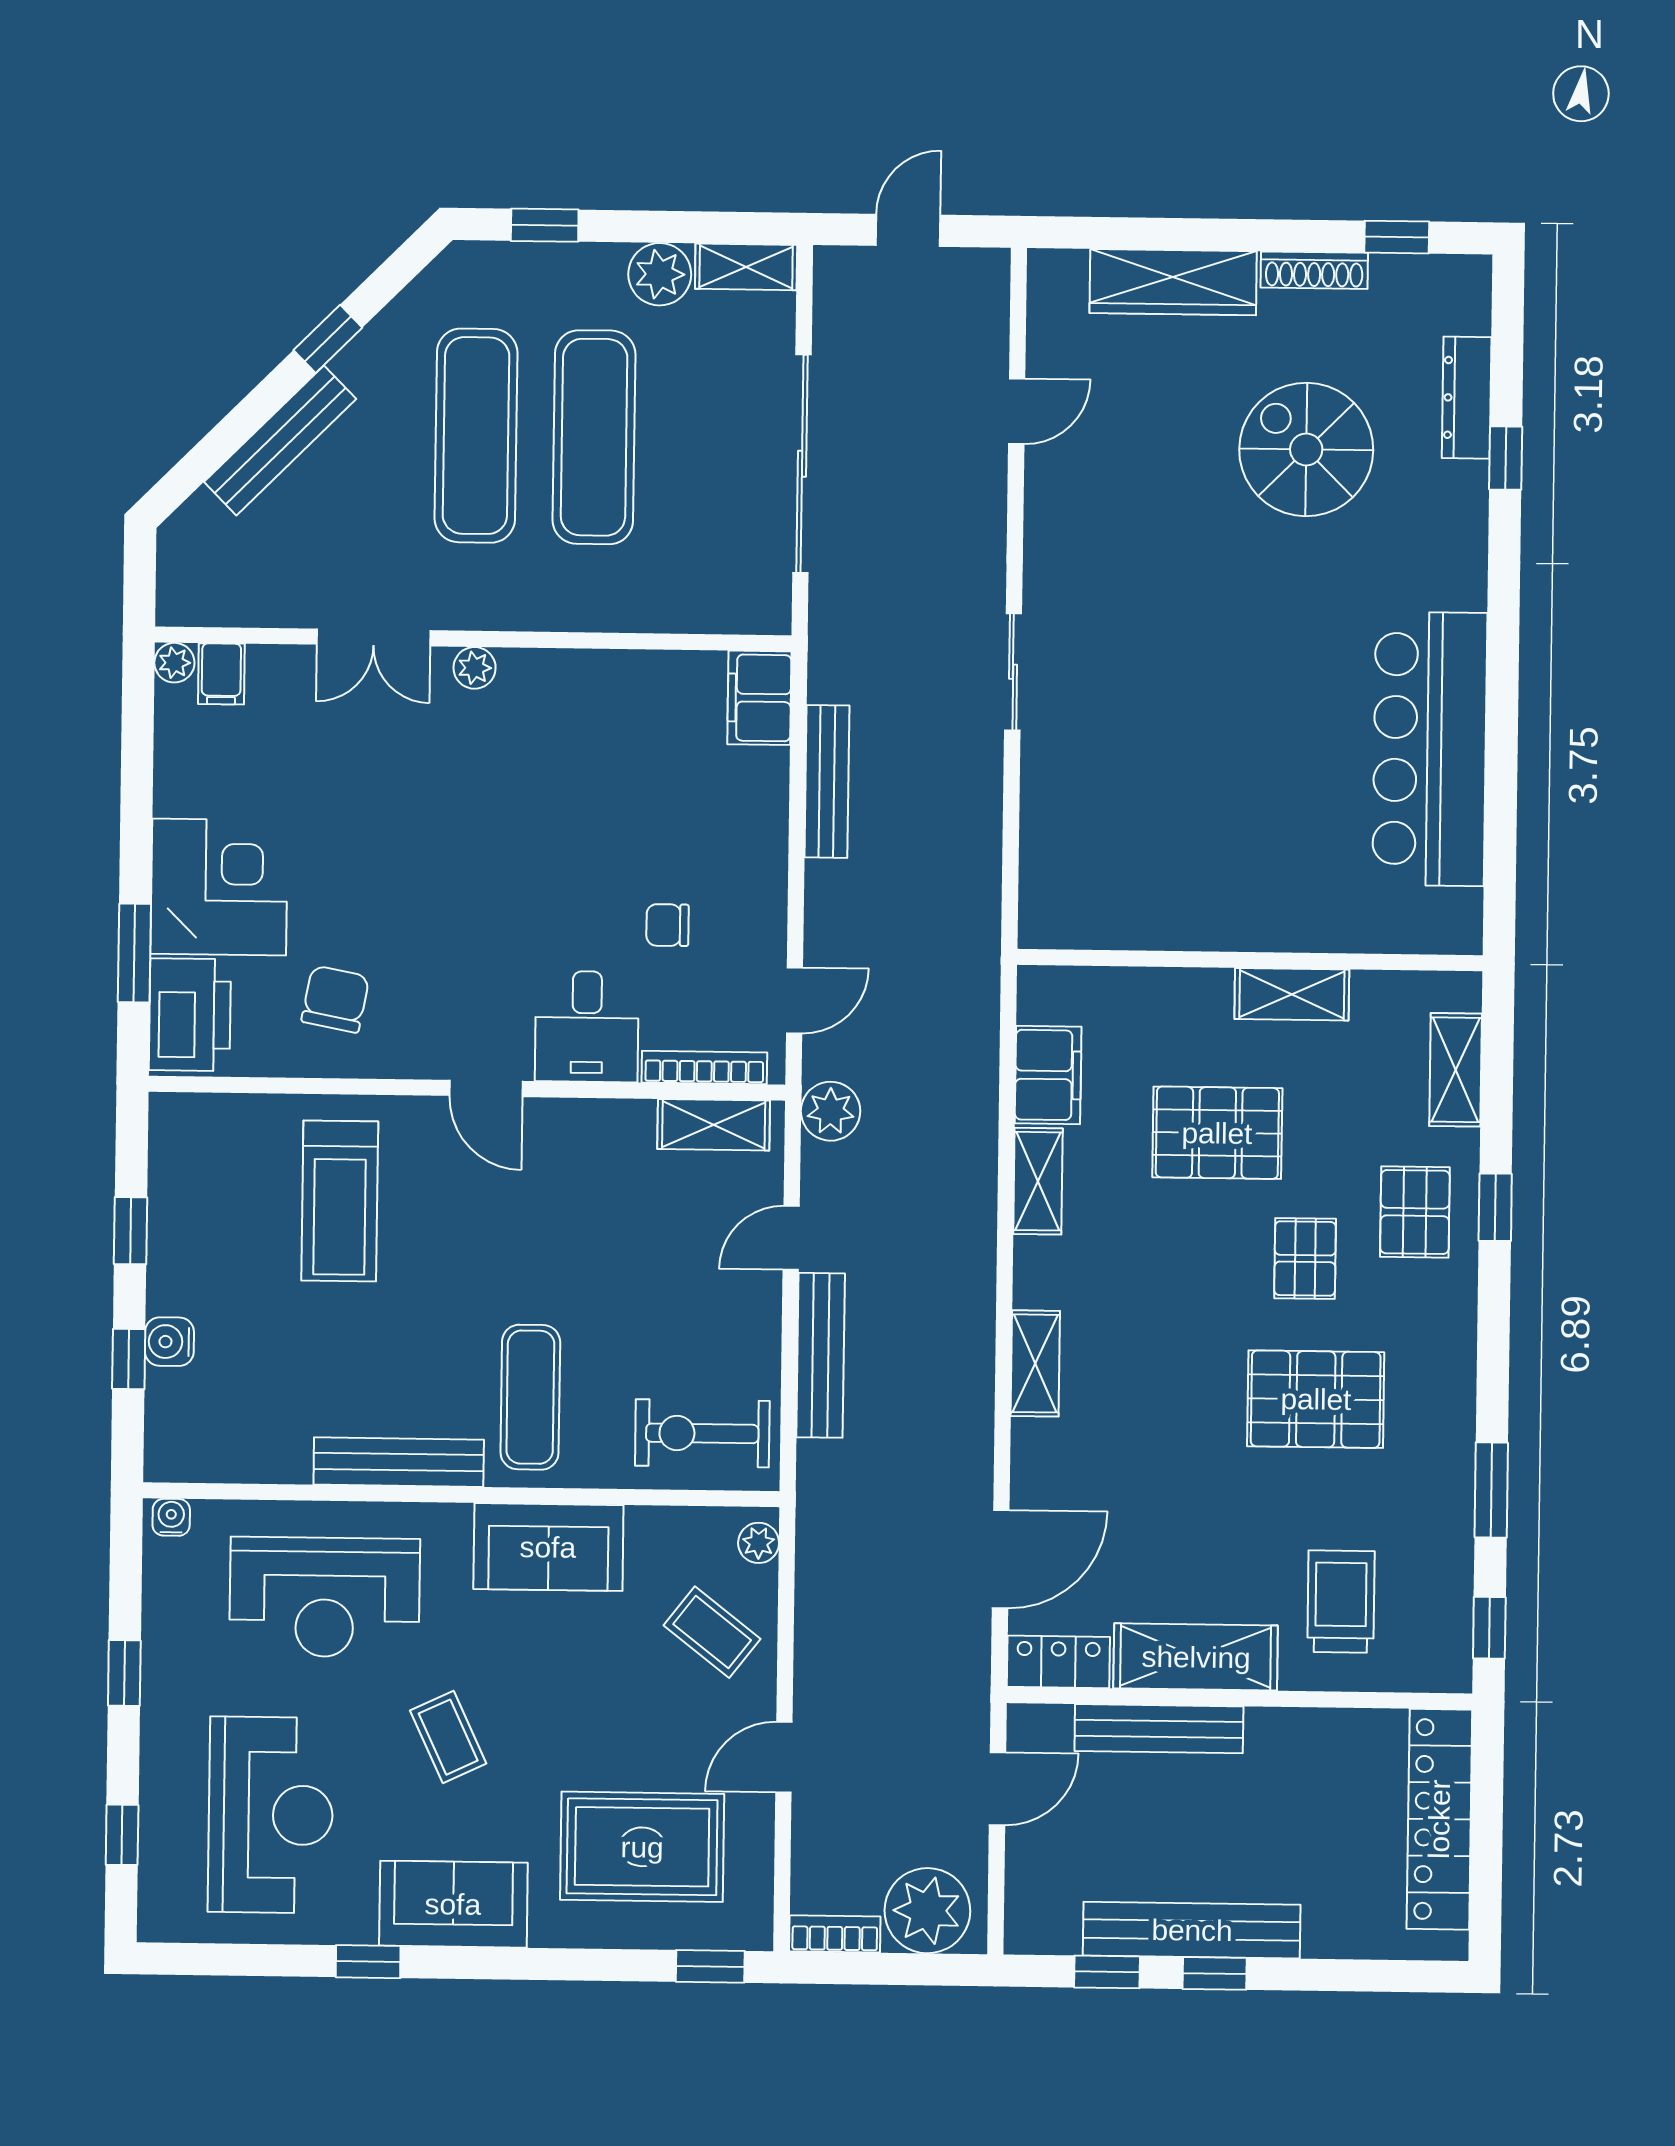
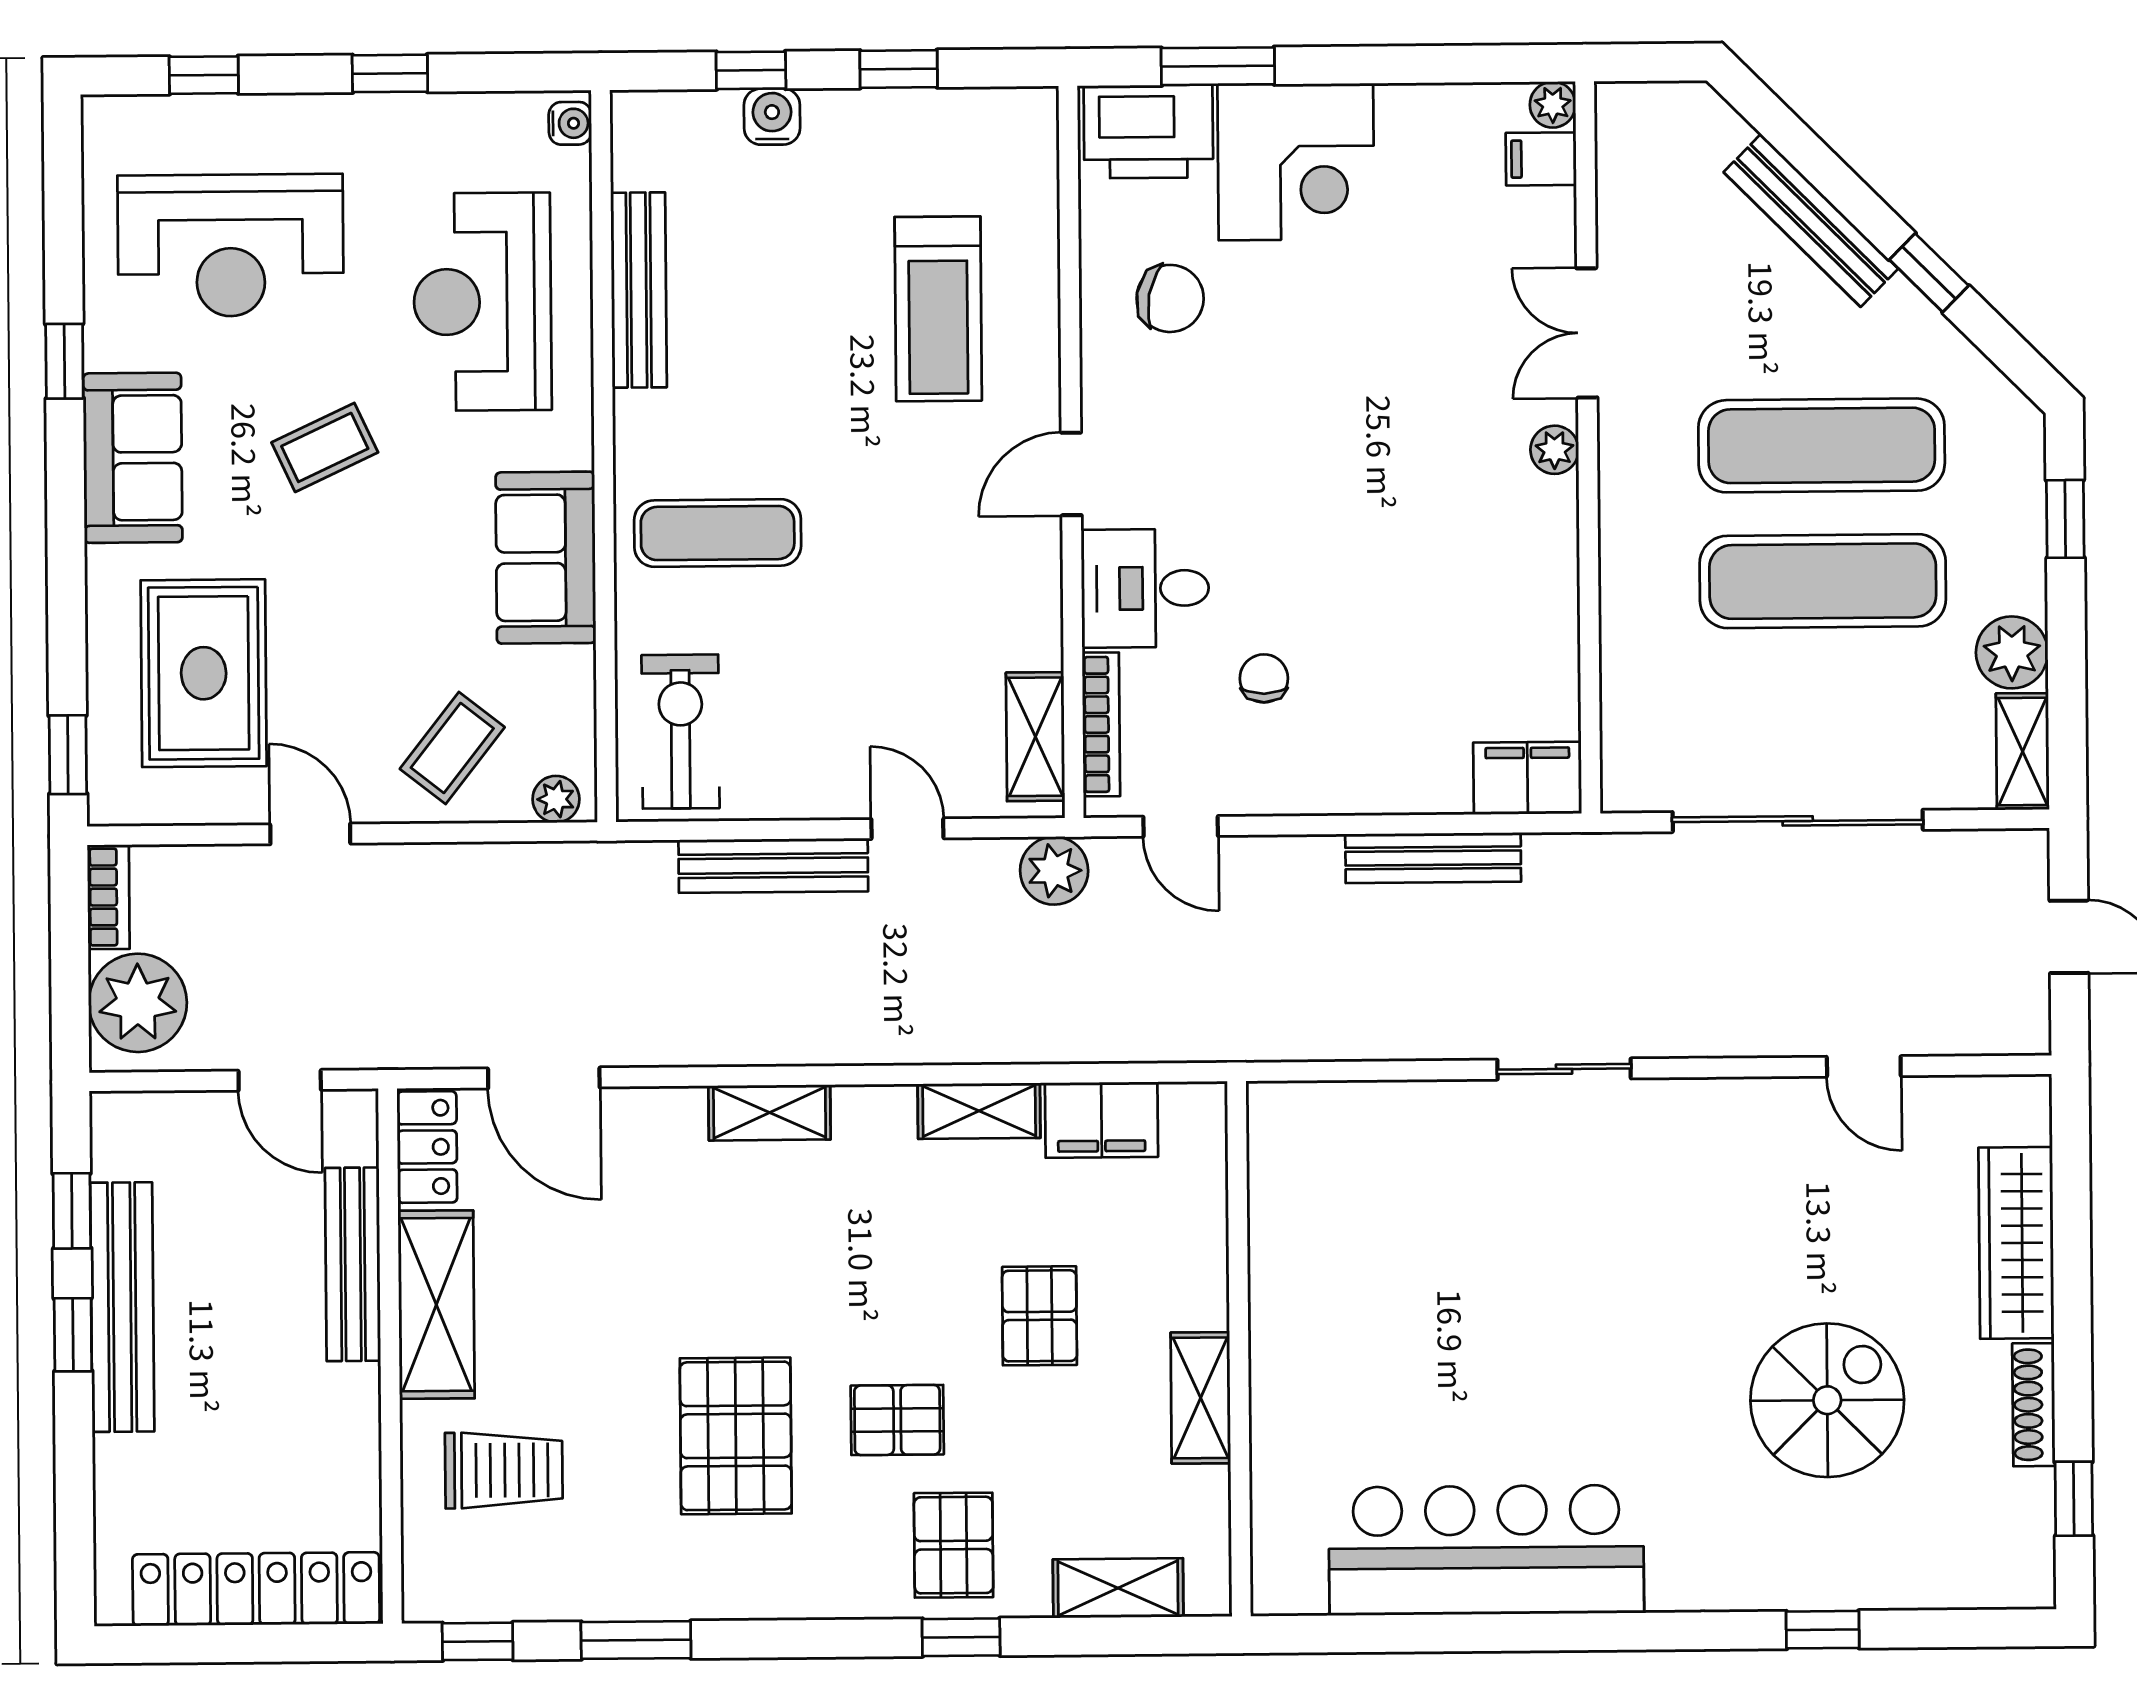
dresser: (1467, 398) -> (1891, 1583), removed
pallet: (1217, 1133) -> (1040, 1316), width x0.67, depth x0.71
treadmill: (340, 1201) -> (938, 309), turned -90
pallet: (1415, 1212) -> (954, 1545), turned 90
bench: (399, 1462) -> (639, 290), moved

